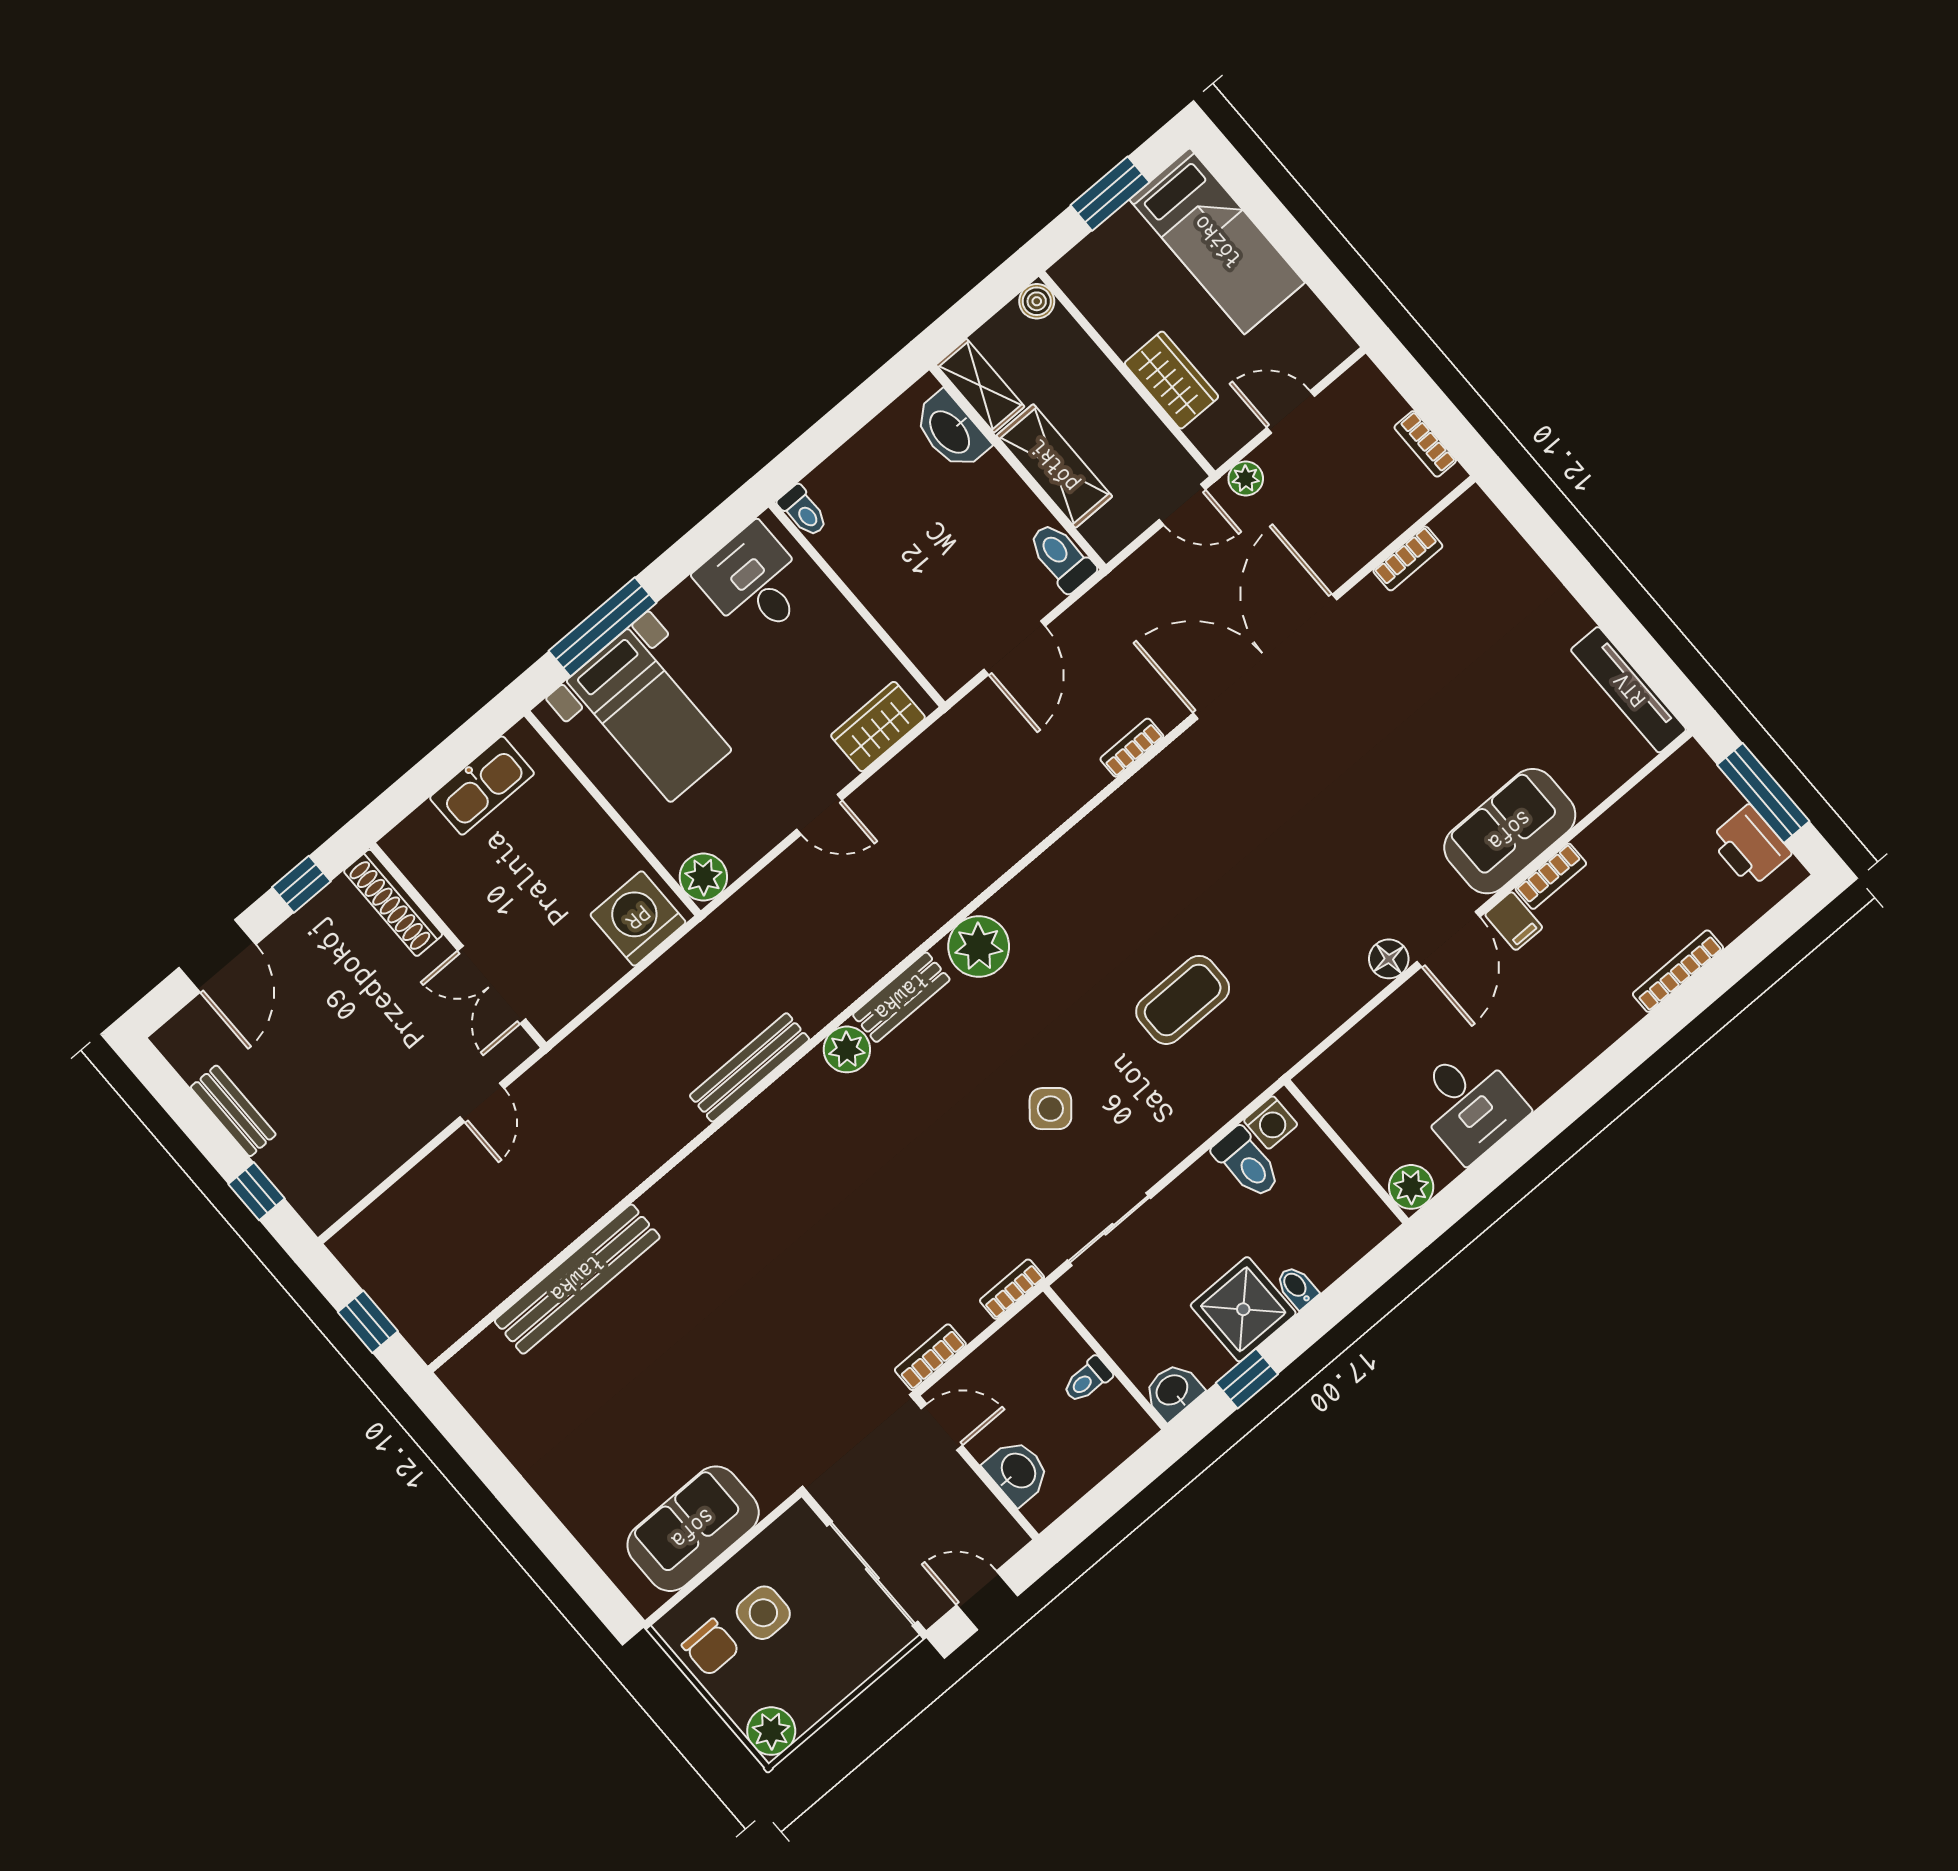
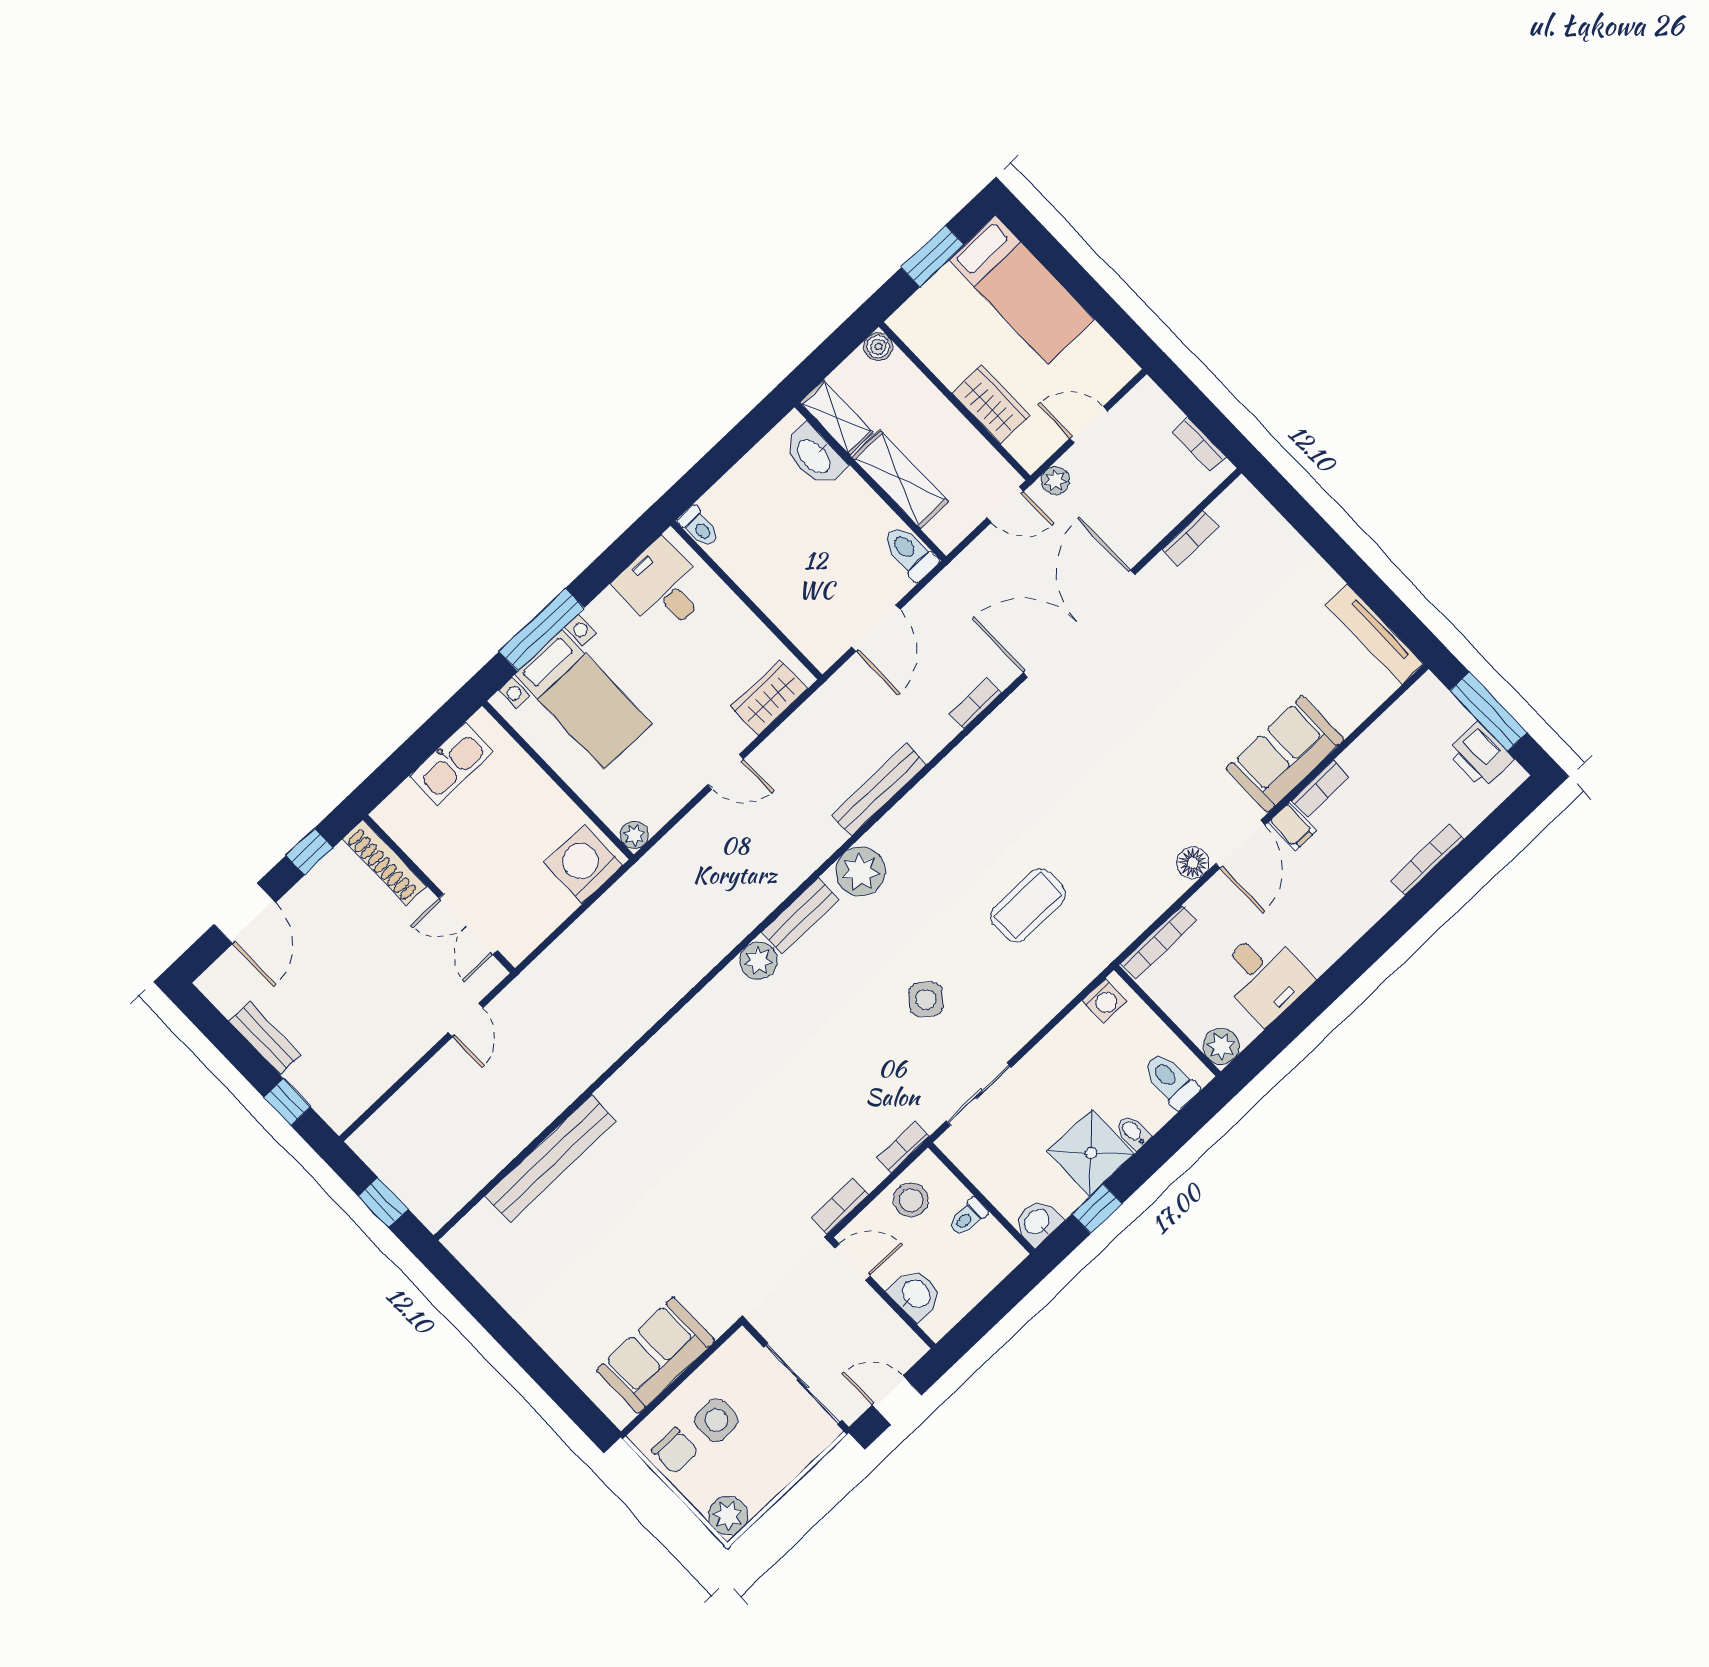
plant: (703, 877) -> (634, 835), width x0.73, depth x0.73
bookcase: (1341, 1054) -> (1159, 942), added
bench: (750, 1067) -> (879, 790), moved
toilet: (1247, 1163) -> (1170, 1080), moved, turned 180
stool: (1018, 1355) -> (911, 1200), added

